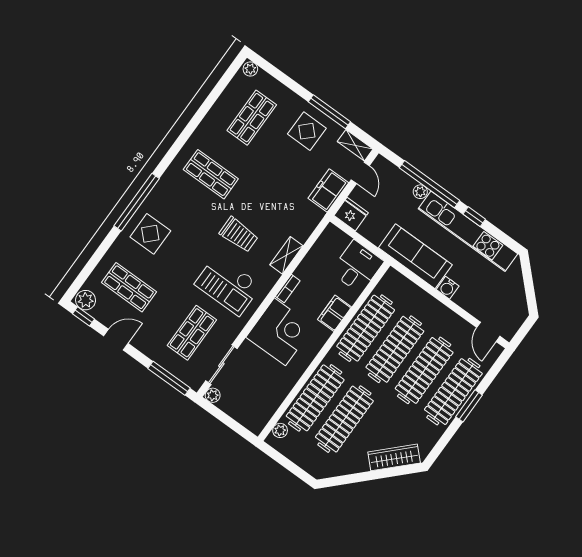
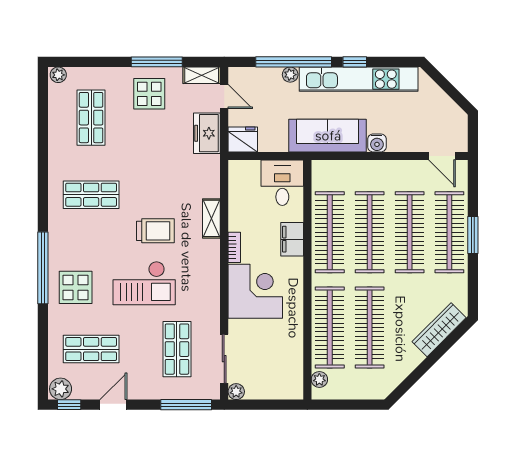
checkout: (228, 285) -> (144, 283), moved

